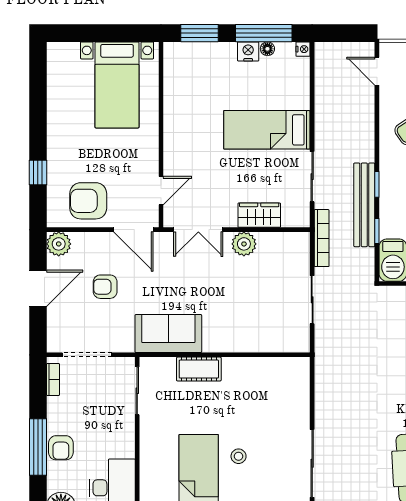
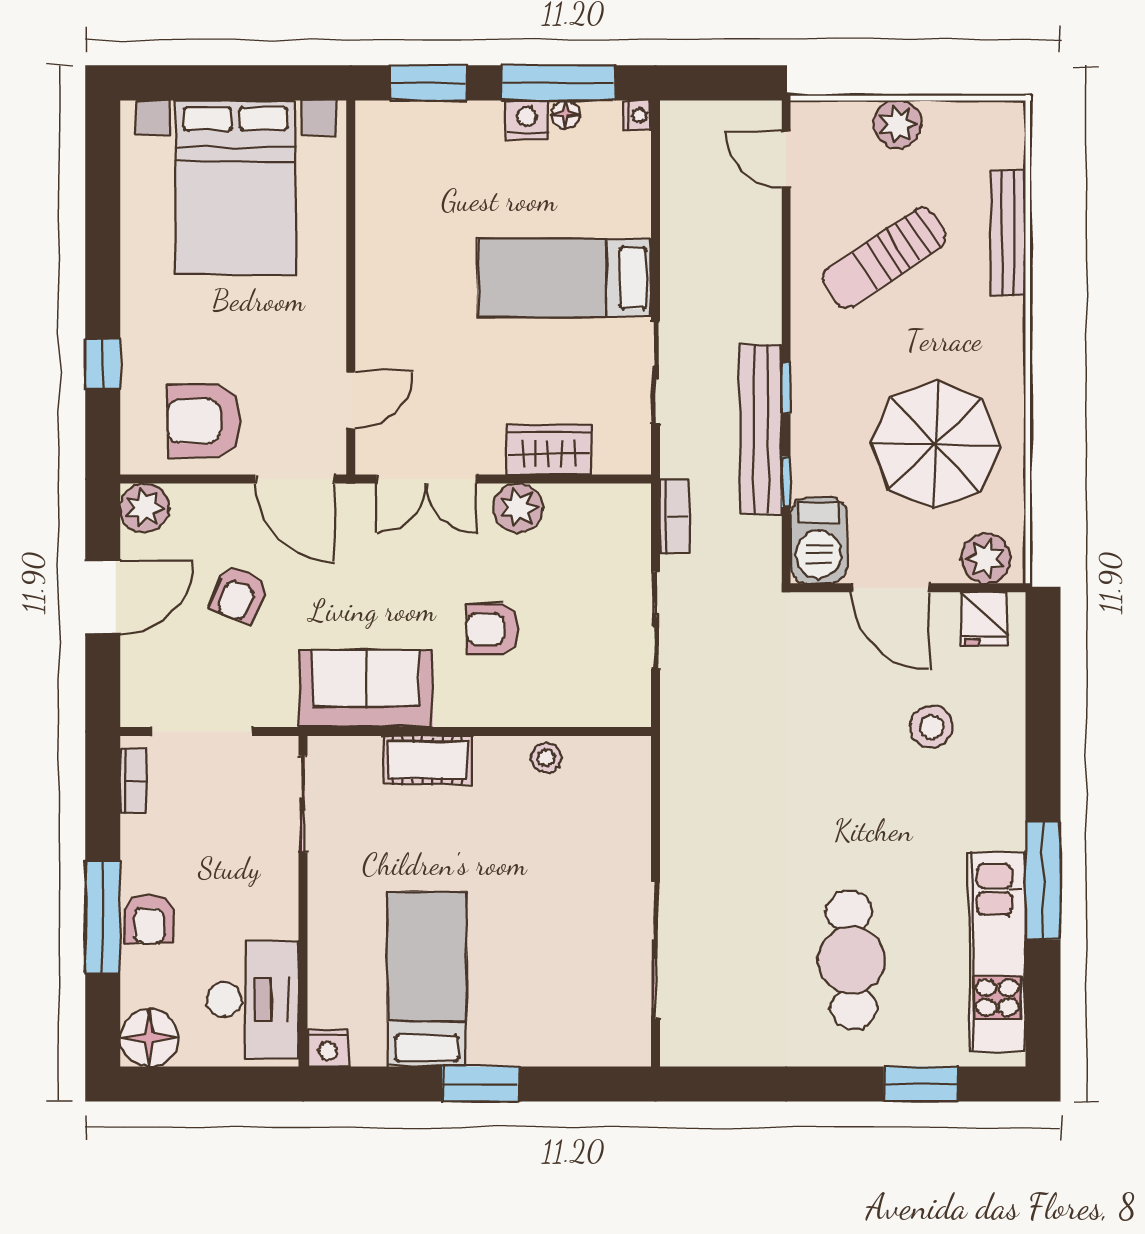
bed with nightstands: (117, 85) -> (236, 187), width x1.36
bookcase: (322, 238) -> (675, 517), width x0.64
armchair: (105, 287) -> (238, 594), turned -68
armchair: (231, 304) -> (493, 629), added
stool: (239, 456) -> (546, 758), moved

